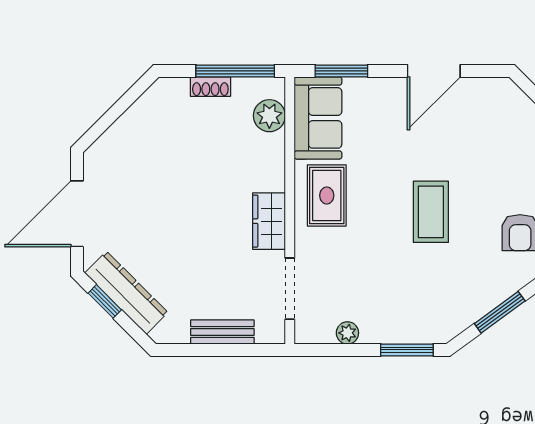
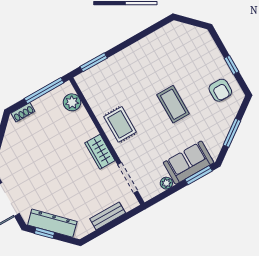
door: (434, 71) -> (137, 38), removed
shoe rack: (210, 87) -> (23, 112), moved
sofa: (318, 118) -> (188, 163), moved, turned -90

